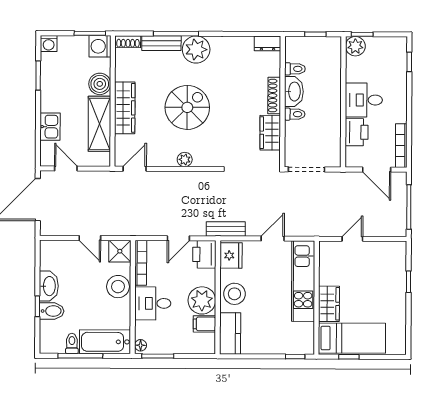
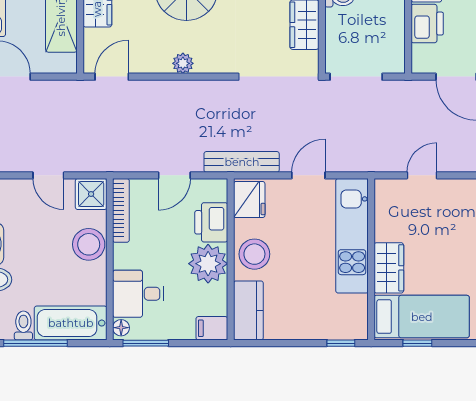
bench: (226, 229) -> (242, 162), width x1.36
printer: (204, 254) -> (211, 222), moved
desk: (153, 303) -> (138, 294), moved
filing cabinet: (204, 324) -> (212, 328), moved

